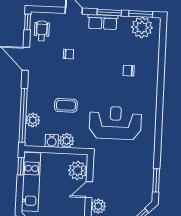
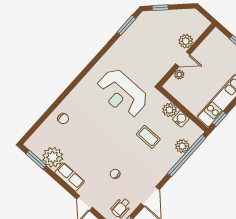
window: (109, 12) -> (59, 180), removed
plant: (142, 27) -> (53, 157), moved
chair: (129, 71) -> (63, 119), moved
plant: (78, 171) -> (179, 75), width x0.53, depth x0.53

